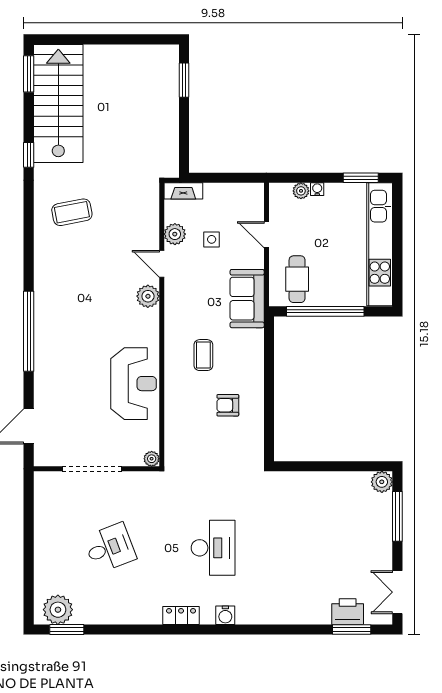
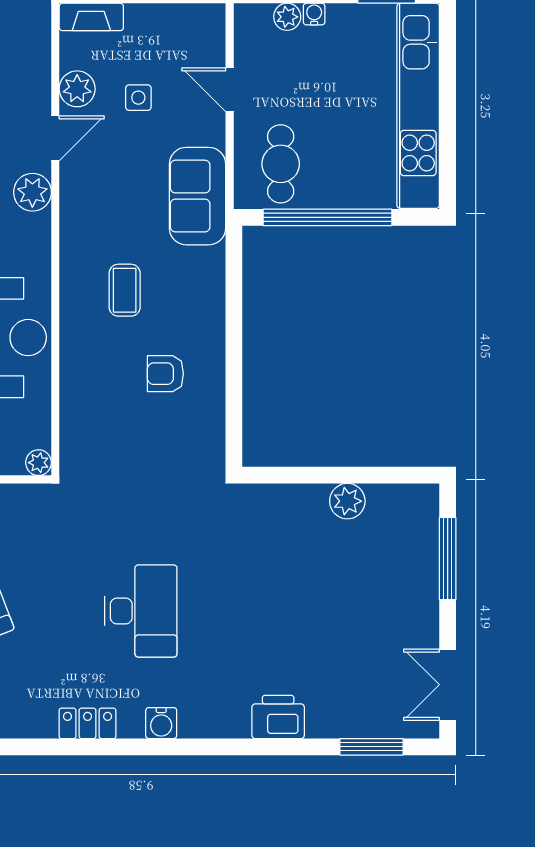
door: (162, 264) -> (55, 138), swing flipped
plant: (382, 482) -> (347, 501), moved
printer: (348, 612) -> (278, 717), moved

